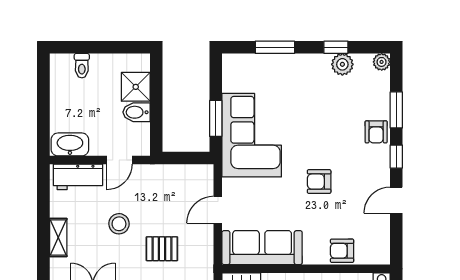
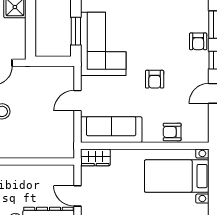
bidet: (136, 112) -> (15, 26), removed
armchair: (319, 182) -> (155, 79), turned -90
pallet: (162, 249) -> (35, 131), removed

